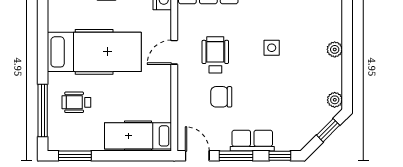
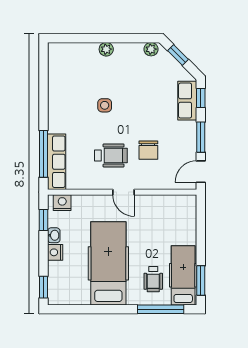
door: (174, 52) -> (123, 192), moved
wheelchair: (215, 55) -> (111, 155), turned 180
hospital bed: (138, 136) -> (183, 275), moved, turned 180
row of seats: (252, 141) -> (187, 101), moved

